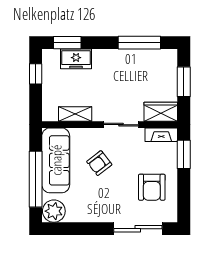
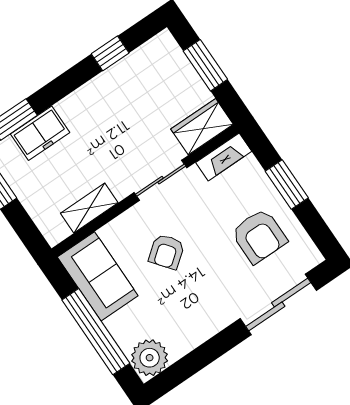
window: (139, 43) -> (110, 53), width x0.46
window: (184, 154) -> (287, 184), moved
sofa: (56, 160) -> (98, 276), width x0.73

